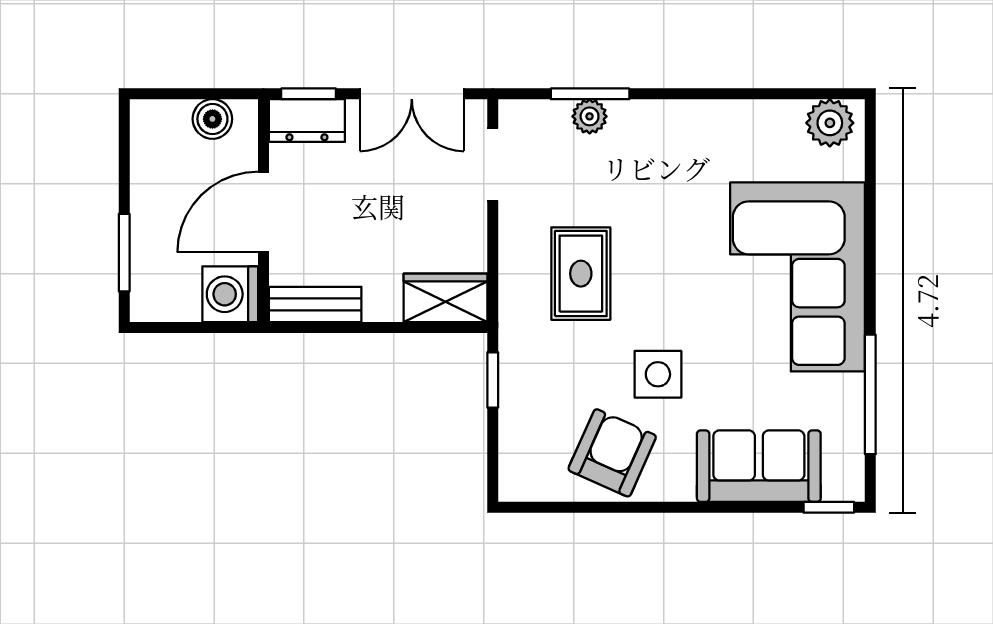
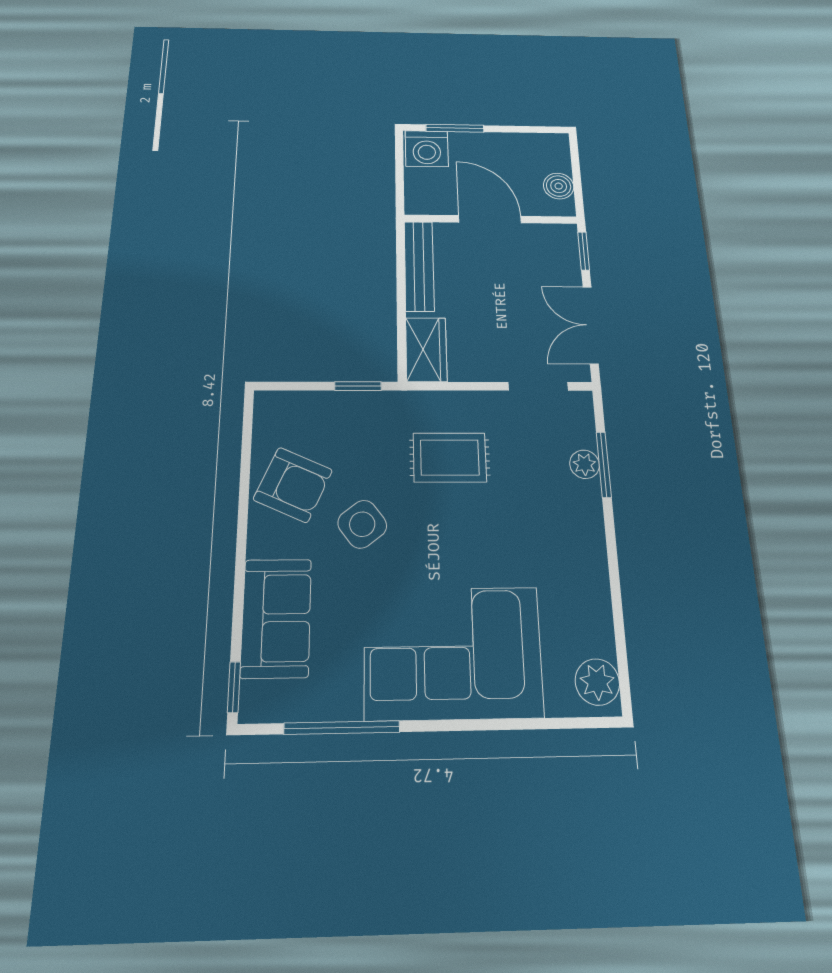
dresser: (307, 121) -> (563, 250), removed
washing machine: (230, 294) -> (427, 149), moved, turned 180
bench: (315, 304) -> (419, 266), width x1.36
side table: (658, 374) -> (362, 524), turned -37

